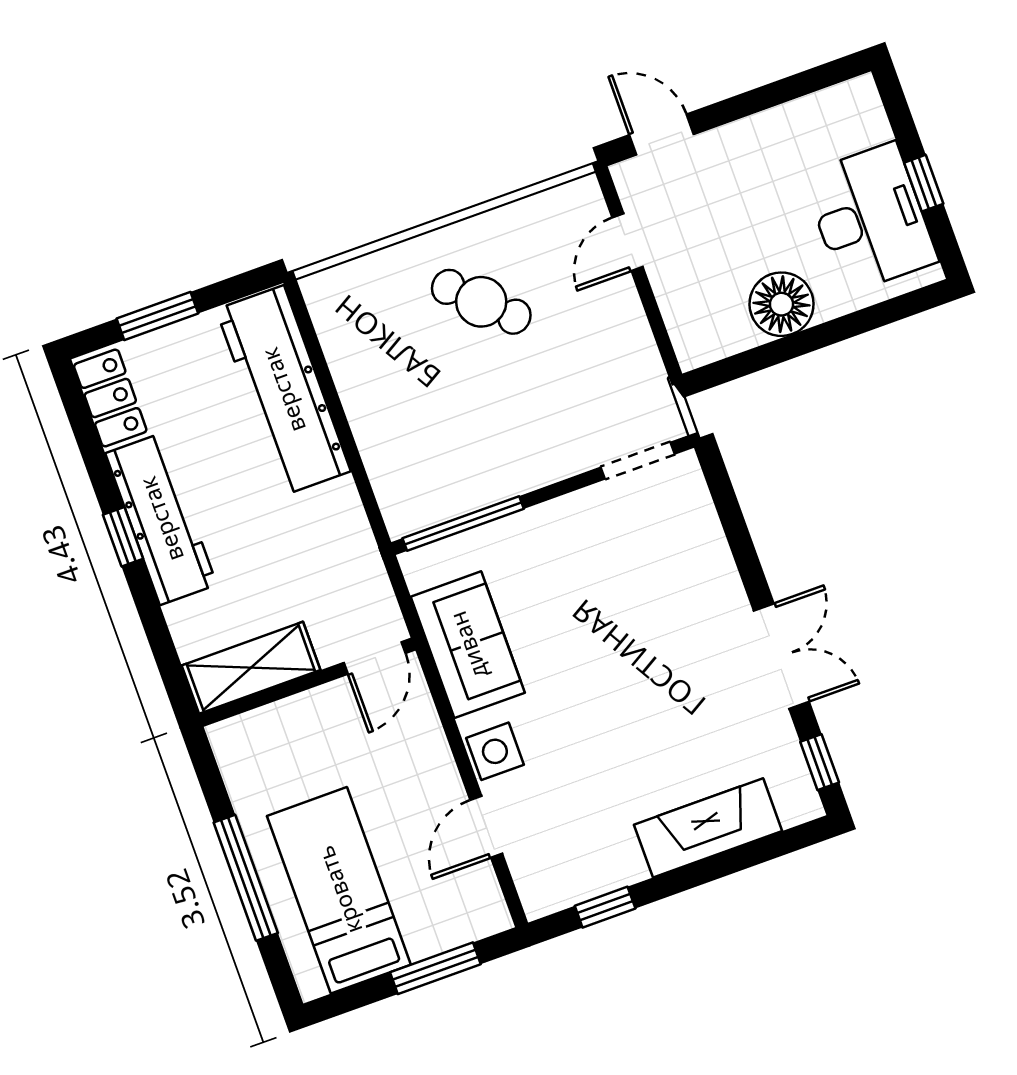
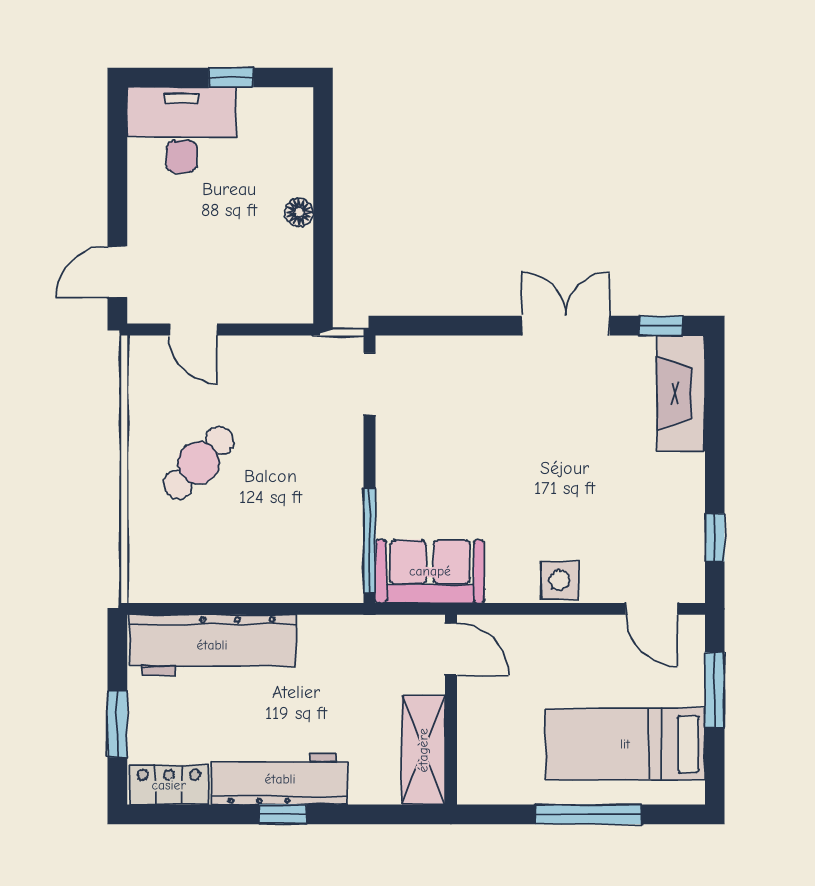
desk: (870, 218) -> (182, 130), moved
floor lamp: (782, 304) -> (299, 212), width x0.53, depth x0.53
sofa: (468, 645) -> (430, 571), moved
door: (486, 827) -> (652, 609), moved
fireplace: (708, 828) -> (681, 393), moved

